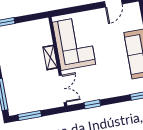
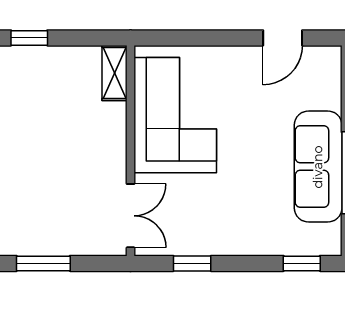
shelving: (50, 57) -> (114, 73), moved

